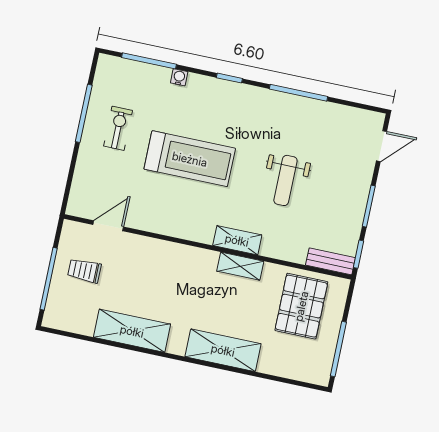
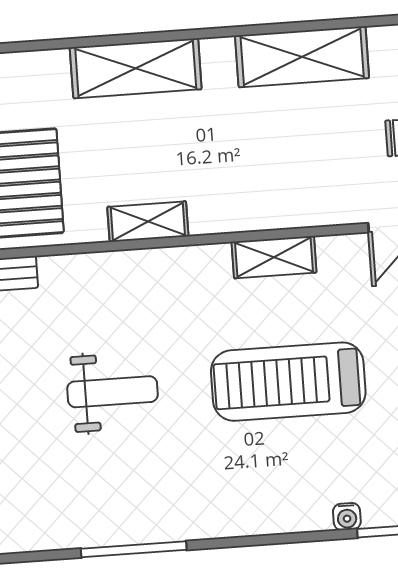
window: (229, 78) -> (260, 540), removed
weight bench: (285, 180) -> (112, 392), turned 90
shelving: (237, 240) -> (274, 257), moved

